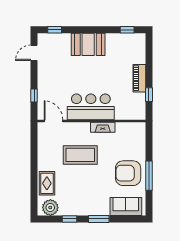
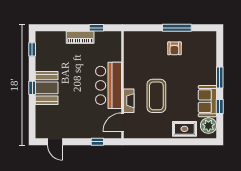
window: (55, 30) -> (32, 88), moved
fireplace: (103, 127) -> (129, 101), moved
armchair: (128, 173) -> (174, 48), width x0.53, depth x0.53
sofa: (126, 206) -> (207, 101), moved

